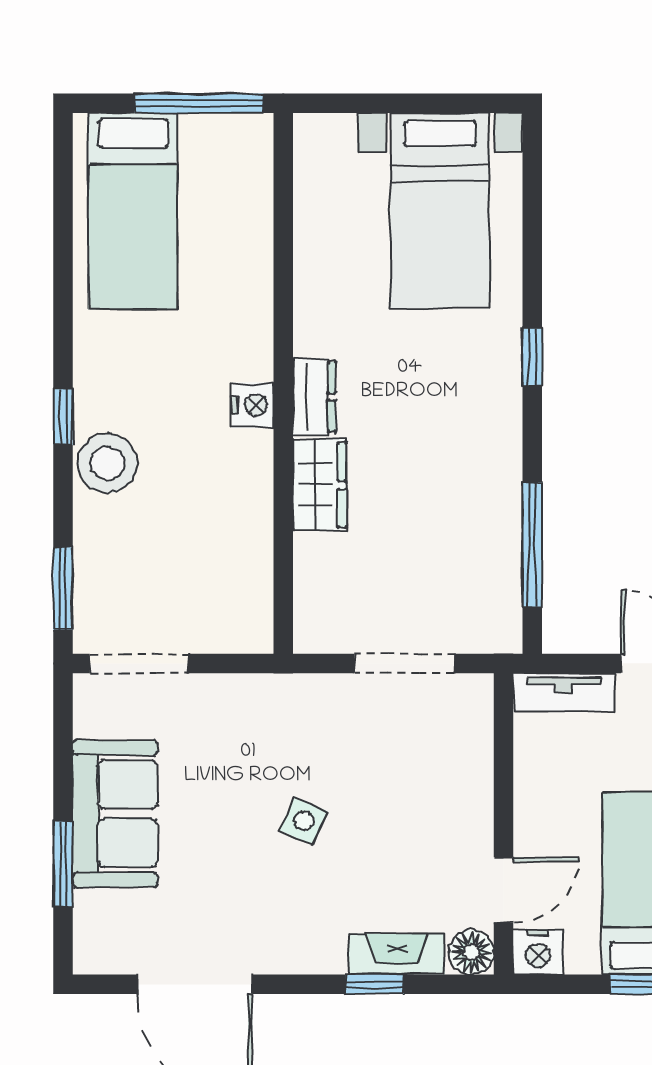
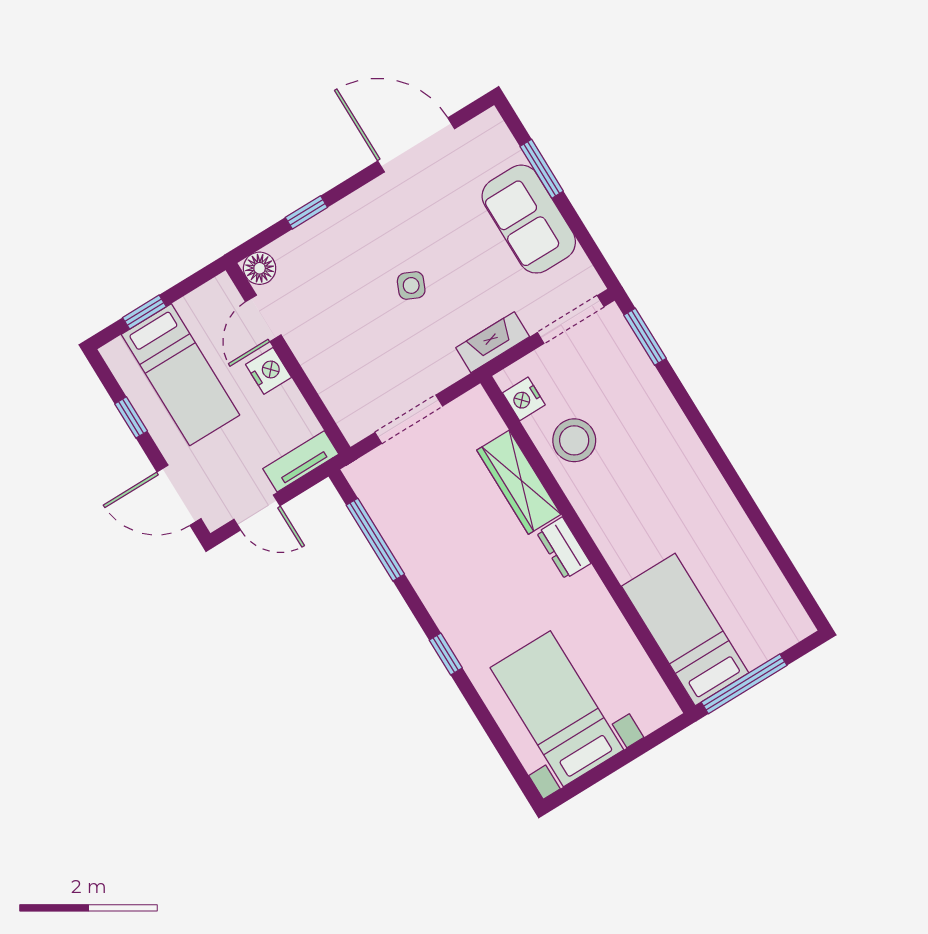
bed: (133, 211) -> (685, 629), moved
nightstand: (253, 405) -> (524, 399), moved
window: (63, 417) -> (710, 442), removed
stool: (107, 463) -> (574, 440), moved
wardrobe: (320, 485) -> (519, 482), width x1.50
nightstand: (538, 952) -> (269, 371), moved, turned 90
fireplace: (397, 954) -> (493, 342), moved, turned 180

